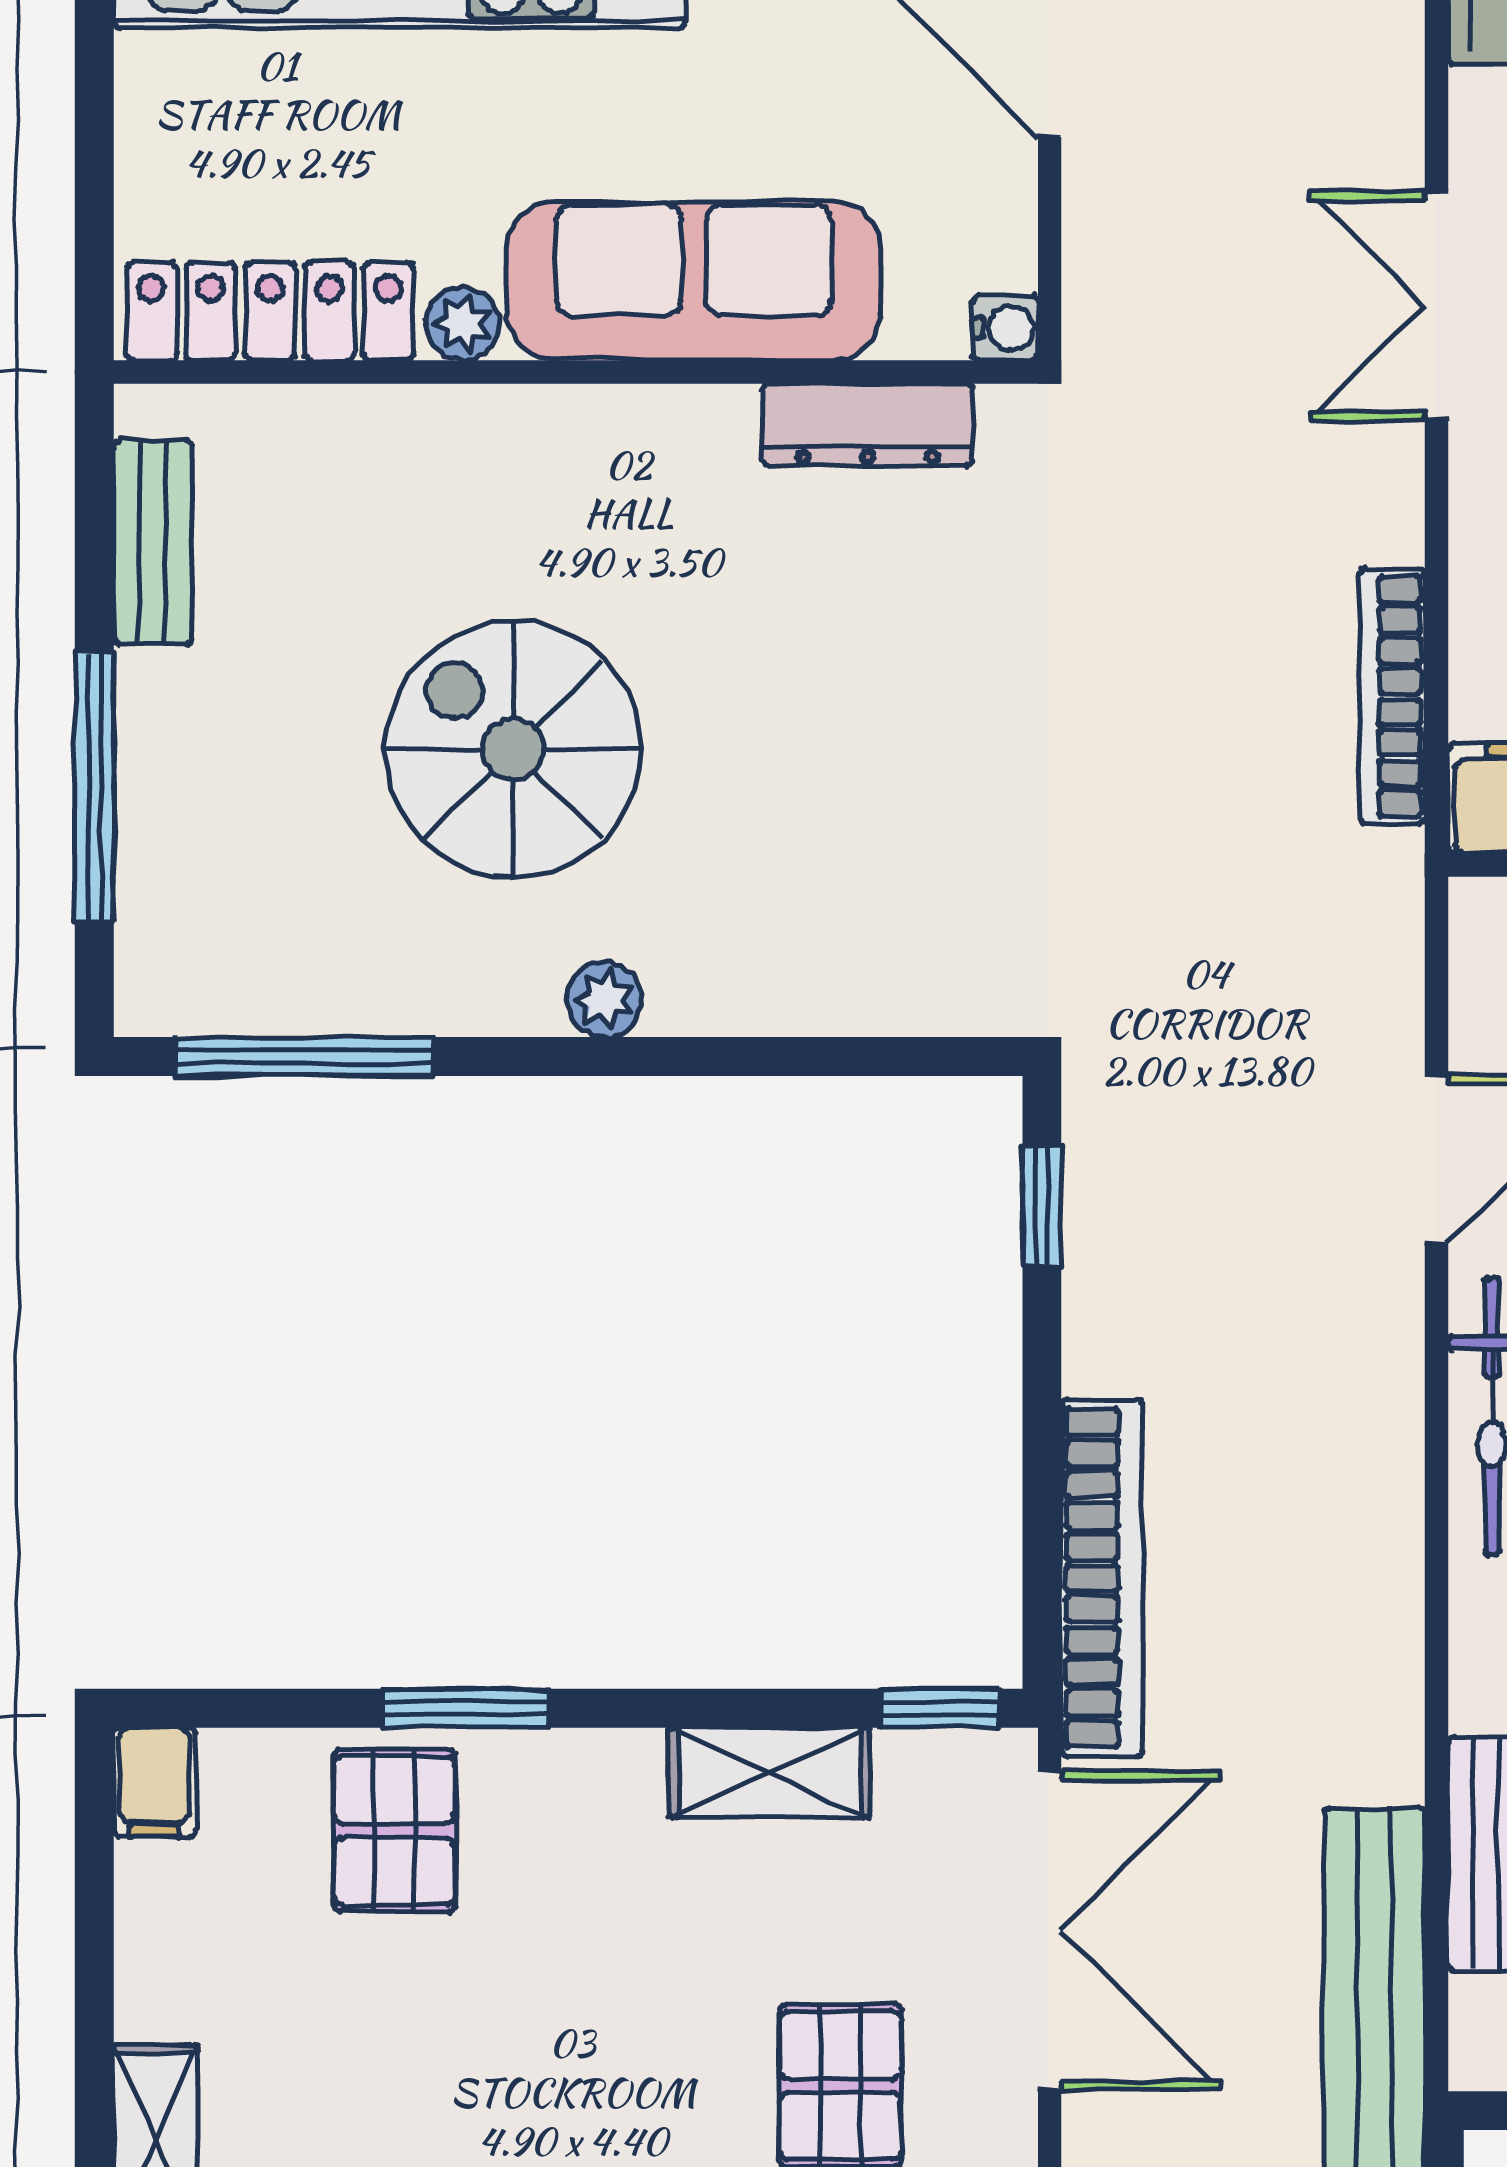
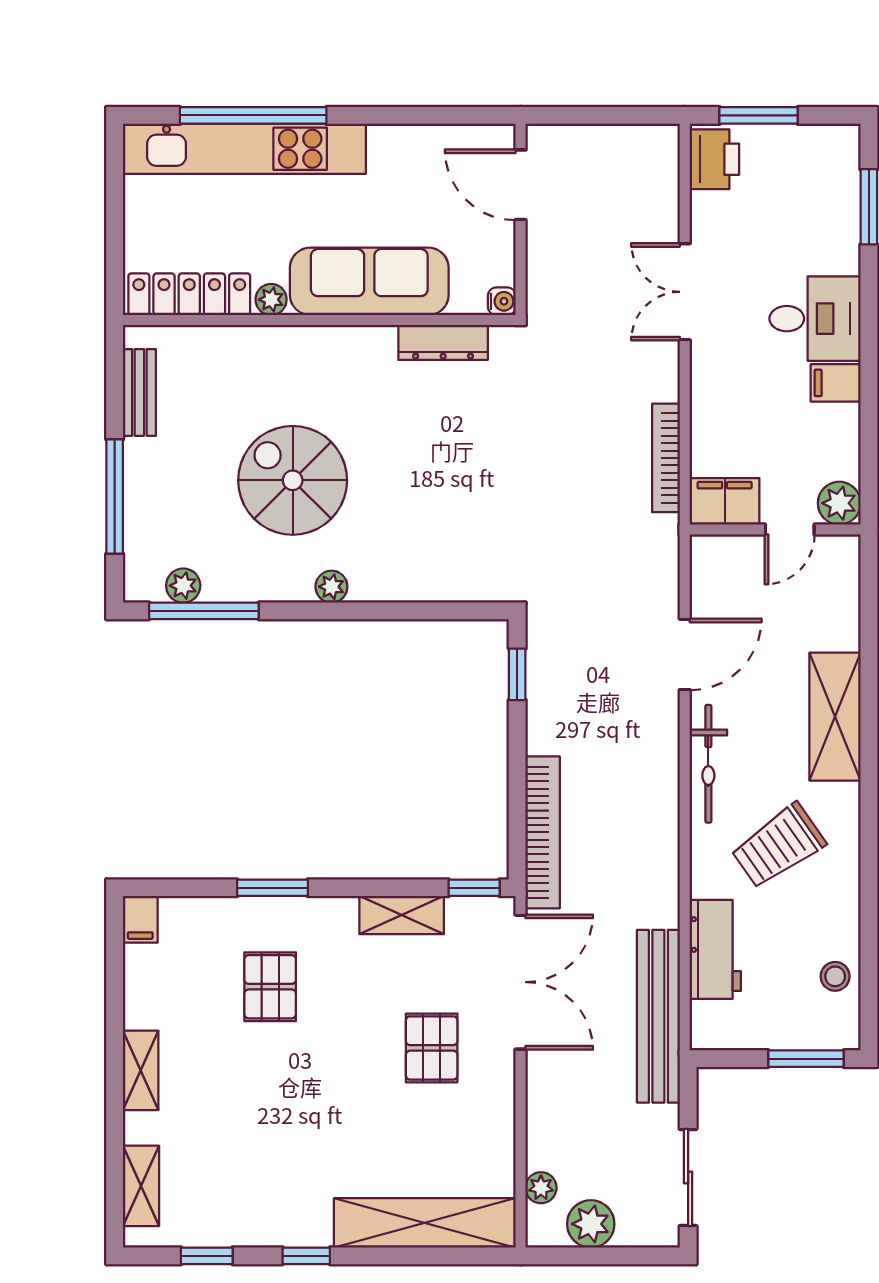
plant: (256, 997) -> (183, 586), added
pallet: (394, 1830) -> (270, 987), moved

